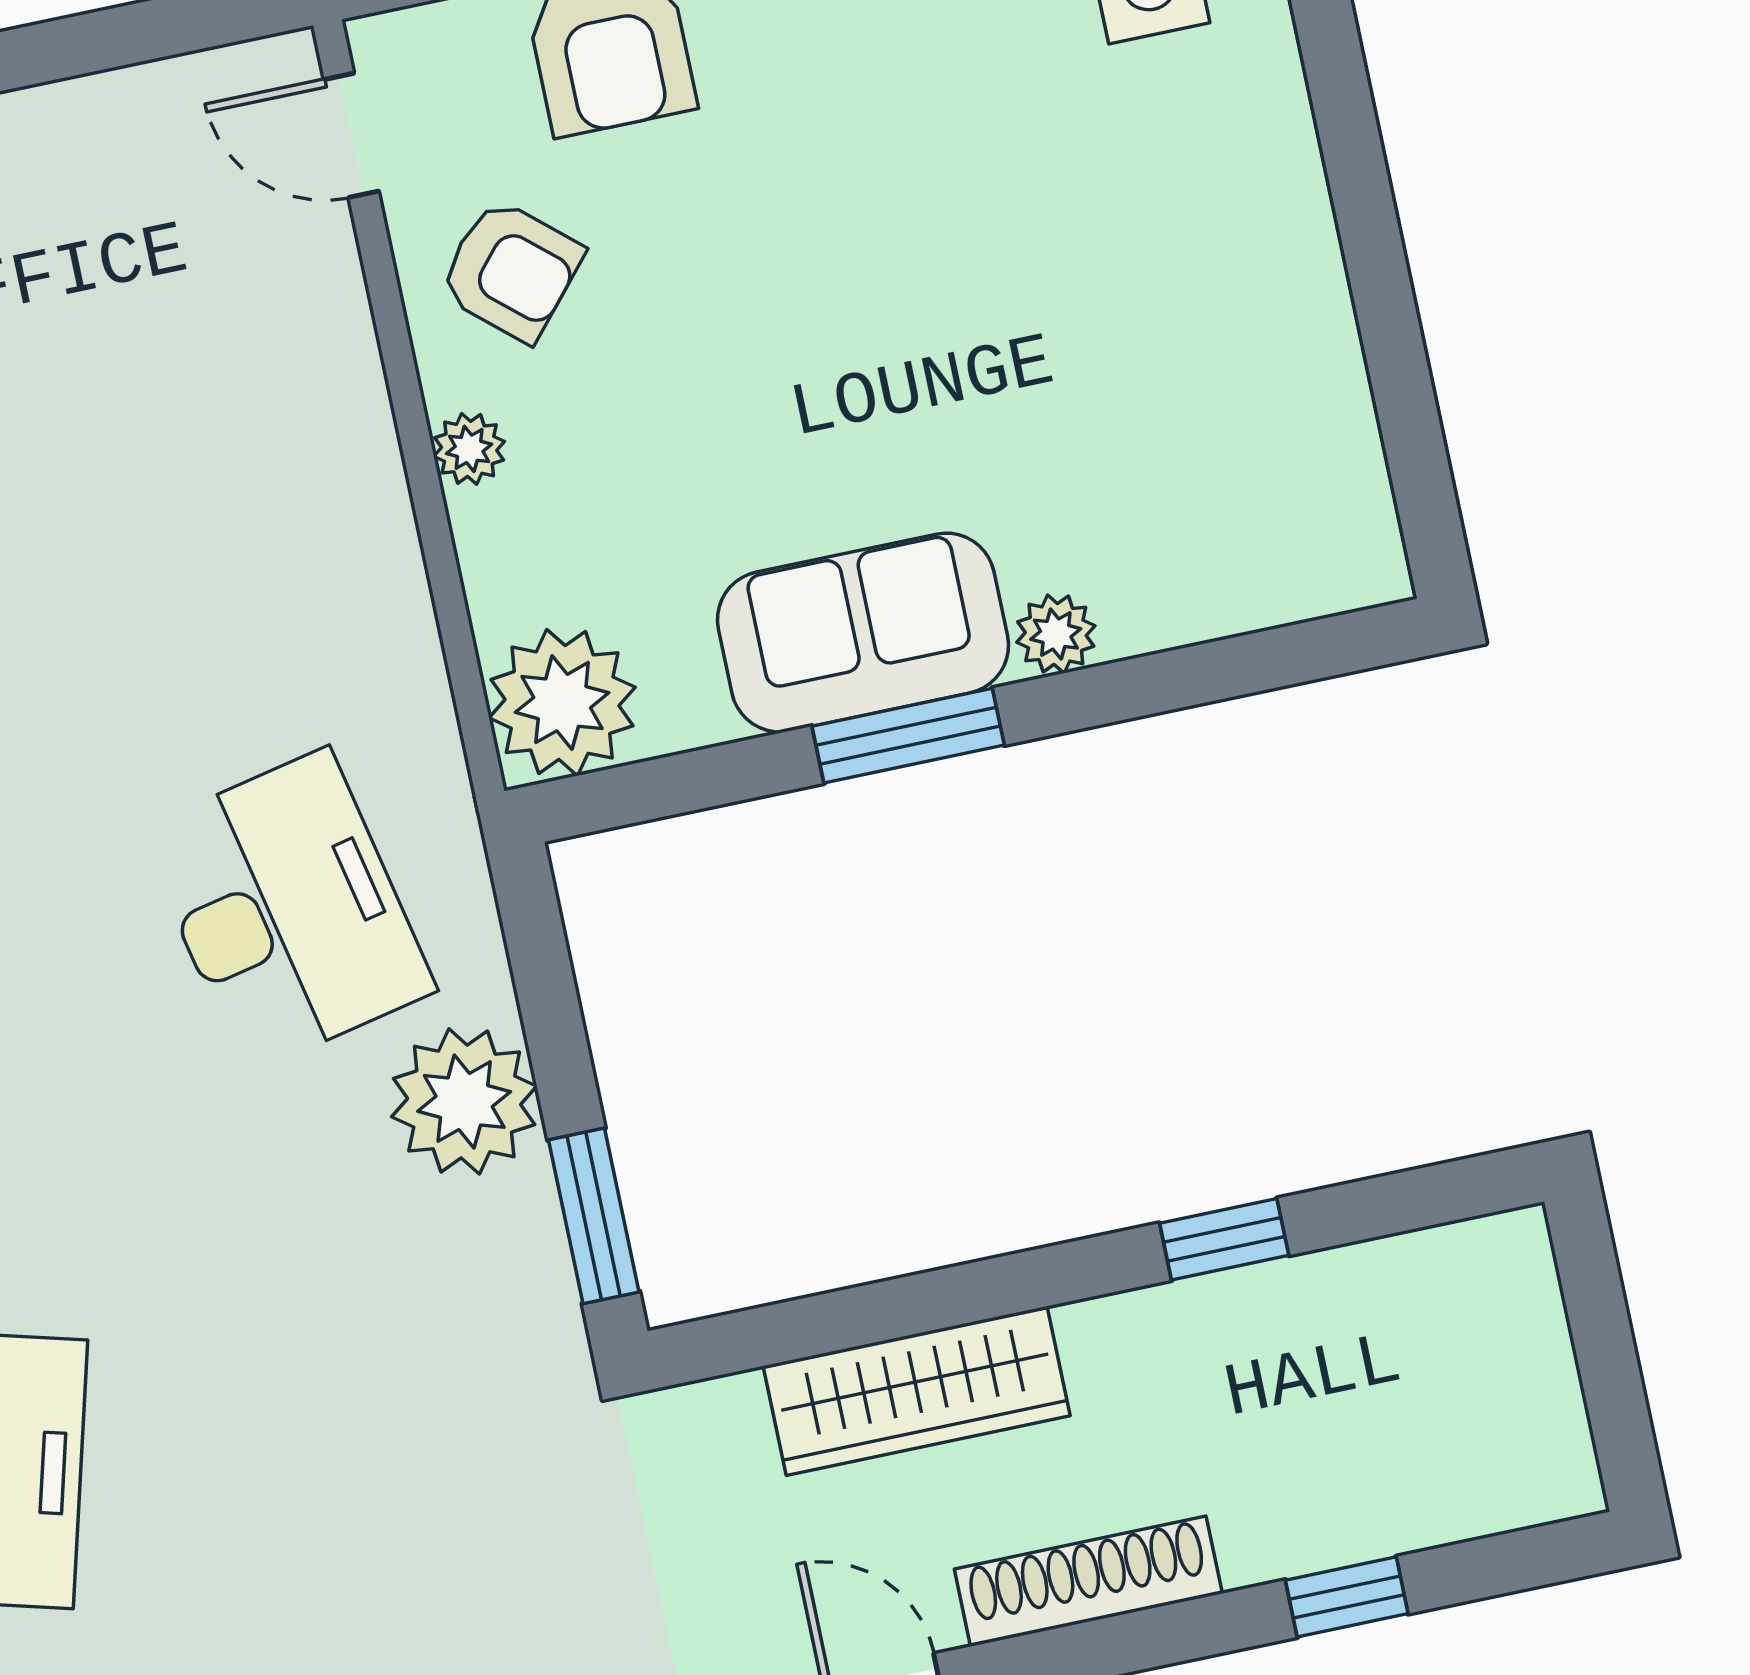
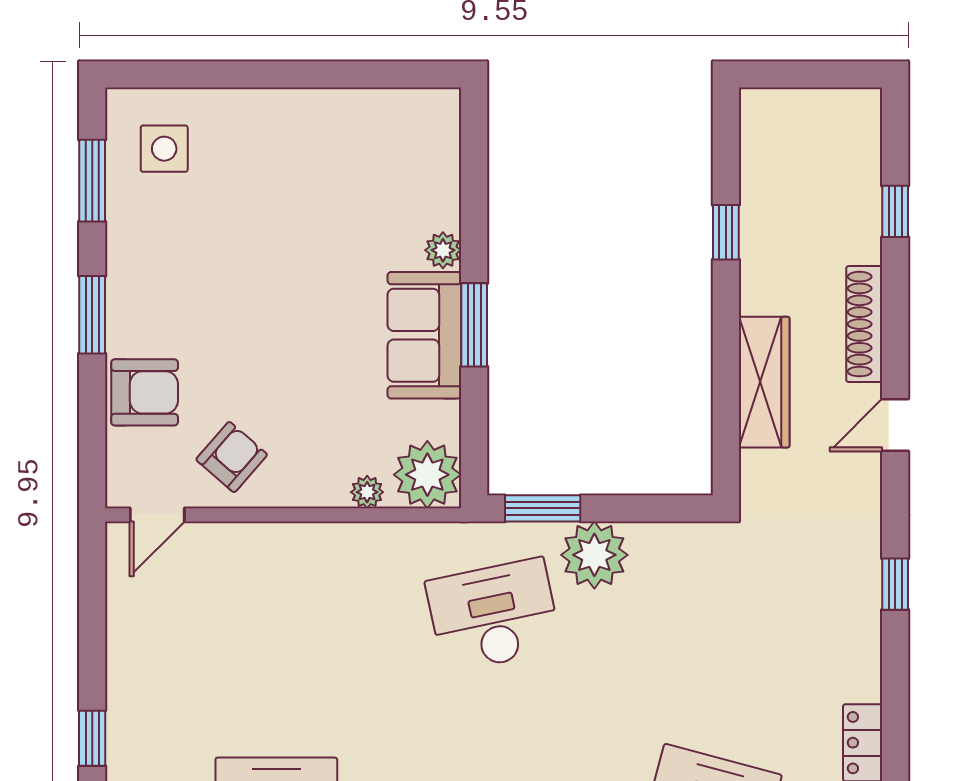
plant: (469, 449) -> (367, 492), moved
window: (594, 1216) -> (543, 508), moved

